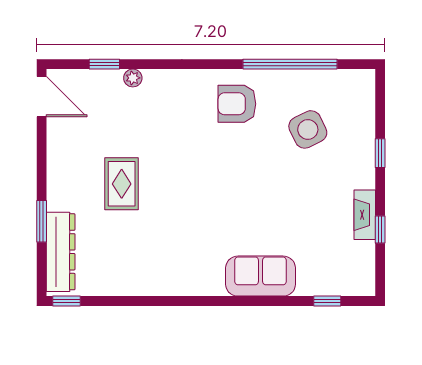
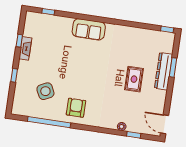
armchair: (237, 104) -> (76, 108), turned -90
dresser: (61, 252) -> (164, 71), moved
sofa: (261, 276) -> (89, 29), moved

